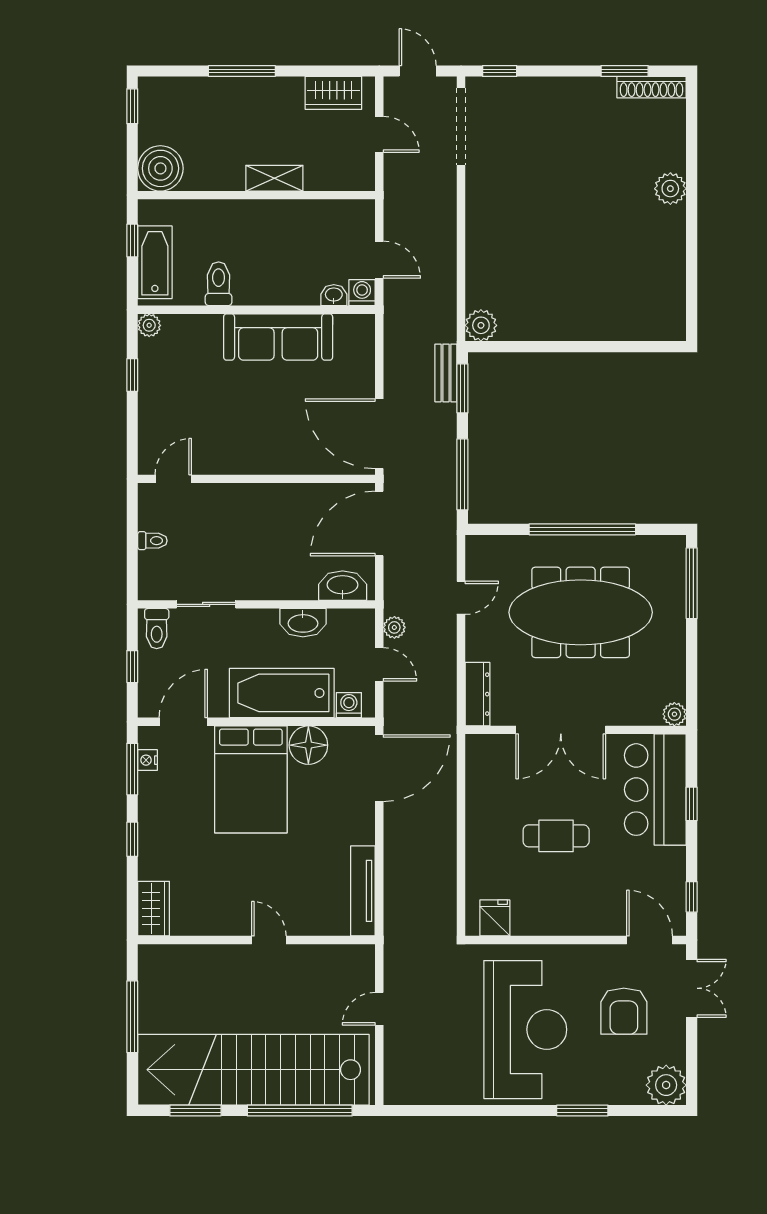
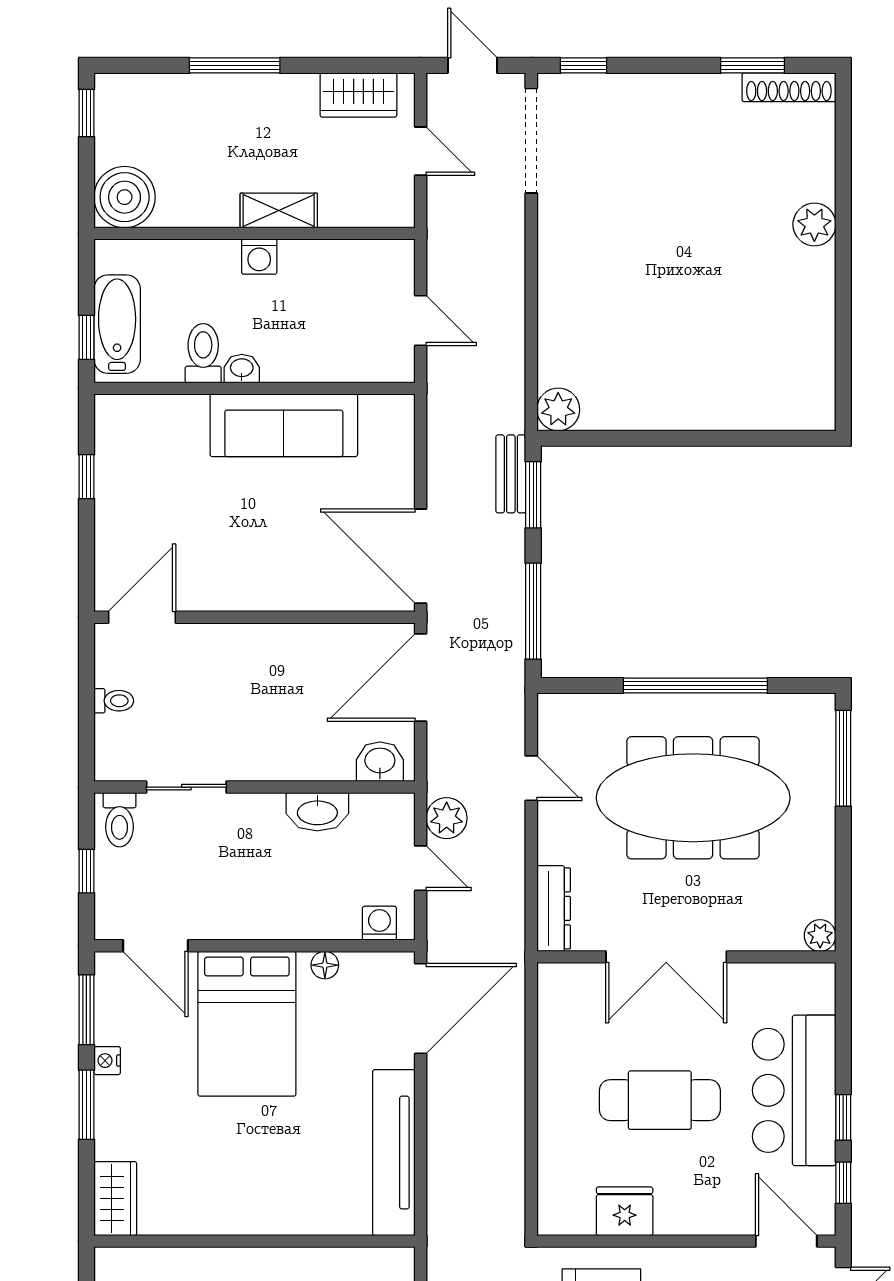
window: (132, 240) -> (86, 337), moved
washing machine: (362, 293) -> (259, 257), moved, turned 180
washbasin: (334, 295) -> (242, 369), moved
plant: (149, 325) -> (109, 409), removed
door: (173, 479) -> (142, 617), width x1.38
washbasin: (343, 586) -> (380, 762), width x0.72
door: (461, 598) -> (531, 778), hinge flipped
plant: (394, 627) -> (447, 818), width x1.38, depth x1.38
bathtub: (282, 693) -> (289, 907), removed
door: (183, 722) -> (155, 946), swing flipped
floor lamp: (308, 745) -> (325, 965), width x0.53, depth x0.53
nightstand: (148, 760) -> (107, 1061), moved
bar counter: (655, 790) -> (794, 1090), moved
window: (692, 804) -> (843, 1117), moved
cafe table: (556, 836) -> (660, 1100), width x1.37, depth x1.35
window: (132, 839) -> (86, 1105), width x1.50
tv unit: (363, 891) -> (394, 1153), width x1.36, depth x1.29
fridge: (495, 918) -> (625, 1211), moved, width x1.38
door: (269, 940) -> (271, 1241), removed

